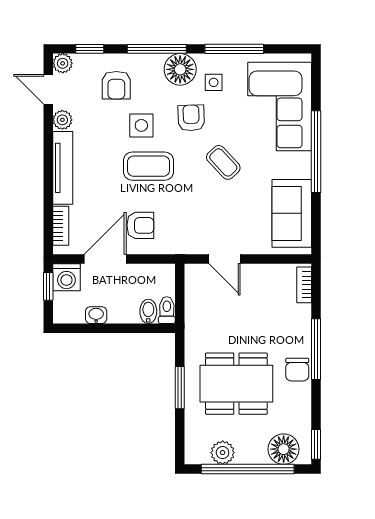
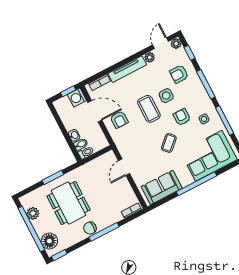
floor lamp: (180, 69) -> (202, 100), removed
armchair: (191, 118) -> (182, 117), turned -88
washbasin: (96, 315) -> (74, 135), moved

